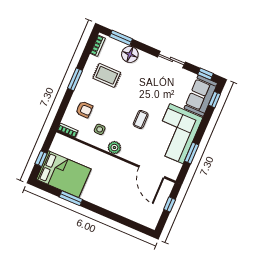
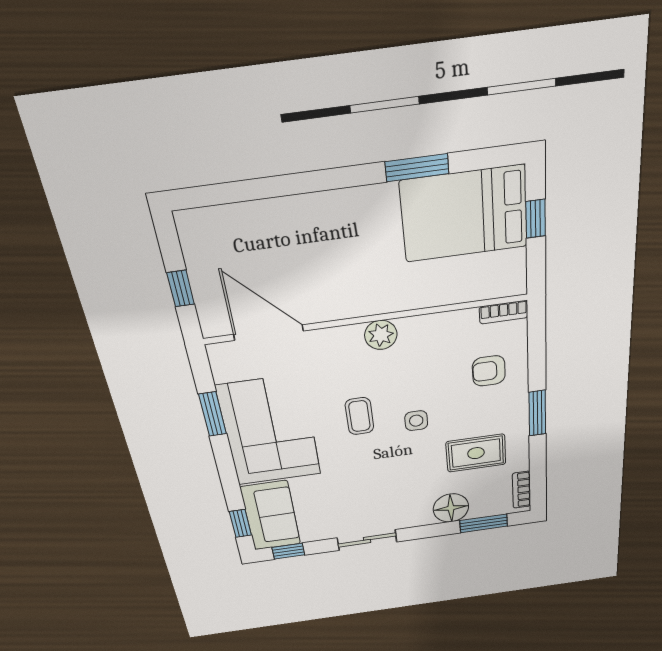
side table: (100, 129) -> (416, 421), moved

